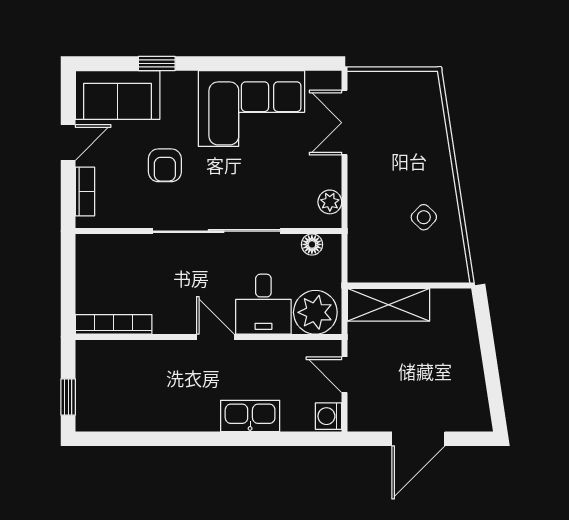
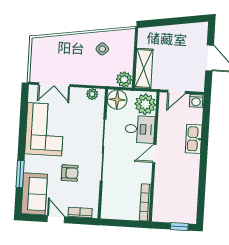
window: (157, 63) -> (20, 174), width x1.50
floor lamp: (312, 244) -> (117, 100), width x1.89, depth x1.89
plant: (364, 266) -> (124, 79), added

